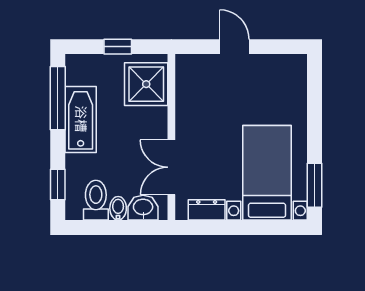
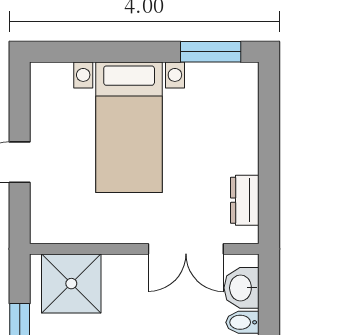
bed with nightstands: (267, 173) -> (129, 127), moved, turned -90

